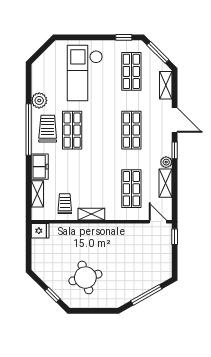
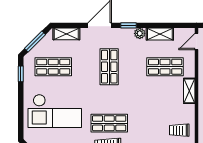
shop shelf: (131, 130) -> (109, 67), turned 90
shelving: (91, 214) -> (189, 91), moved

